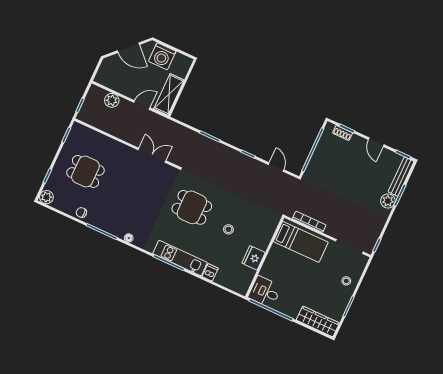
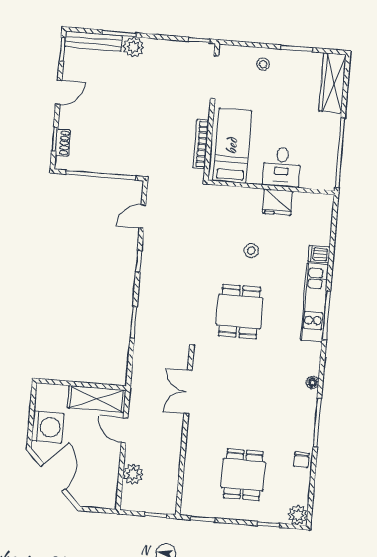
desk: (265, 292) -> (282, 167), moved

